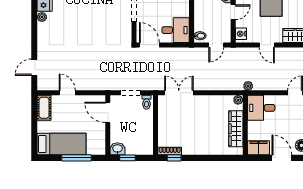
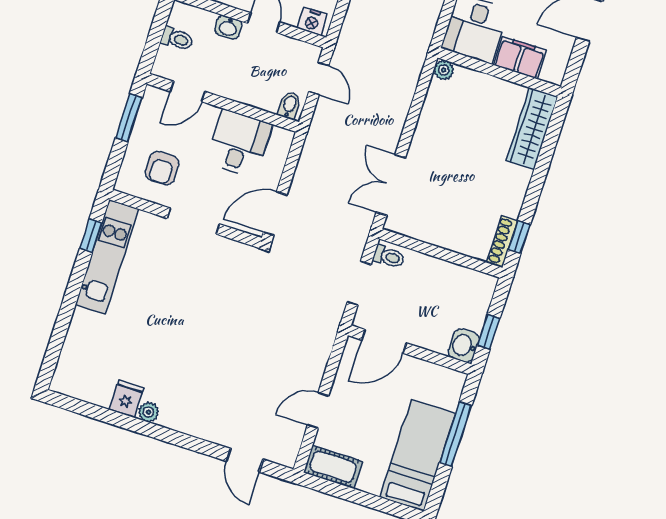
desk: (176, 30) -> (239, 144), moved
plant: (248, 86) -> (422, 41), removed
wardrobe: (236, 129) -> (532, 129), moved, turned 90
filing cabinet: (258, 148) -> (520, 58), moved, turned 90

